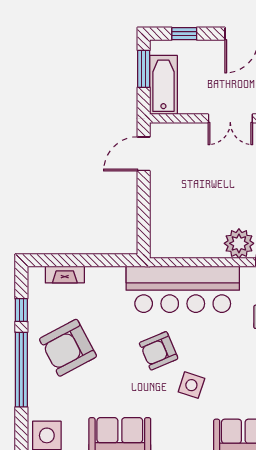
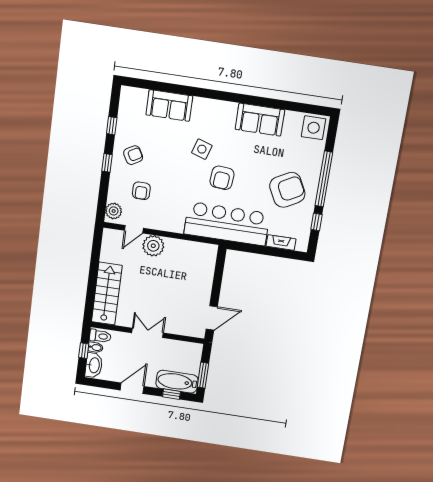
bathtub: (163, 85) -> (177, 382), moved, turned 90
bar counter: (183, 289) -> (227, 224), moved
armchair: (159, 351) -> (222, 178), turned 118

